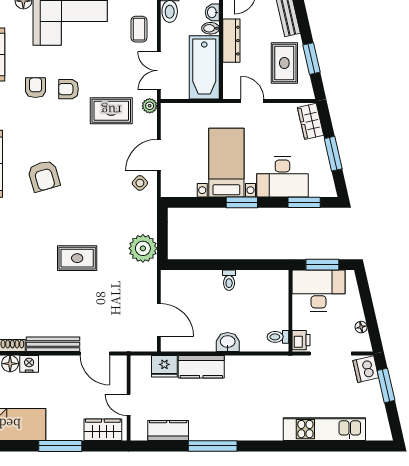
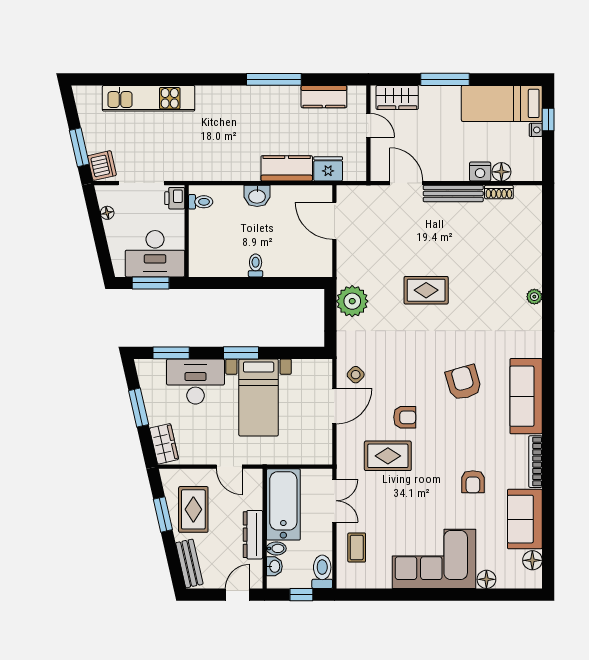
armchair: (68, 89) -> (405, 417), moved
plant: (150, 106) -> (345, 461), removed

